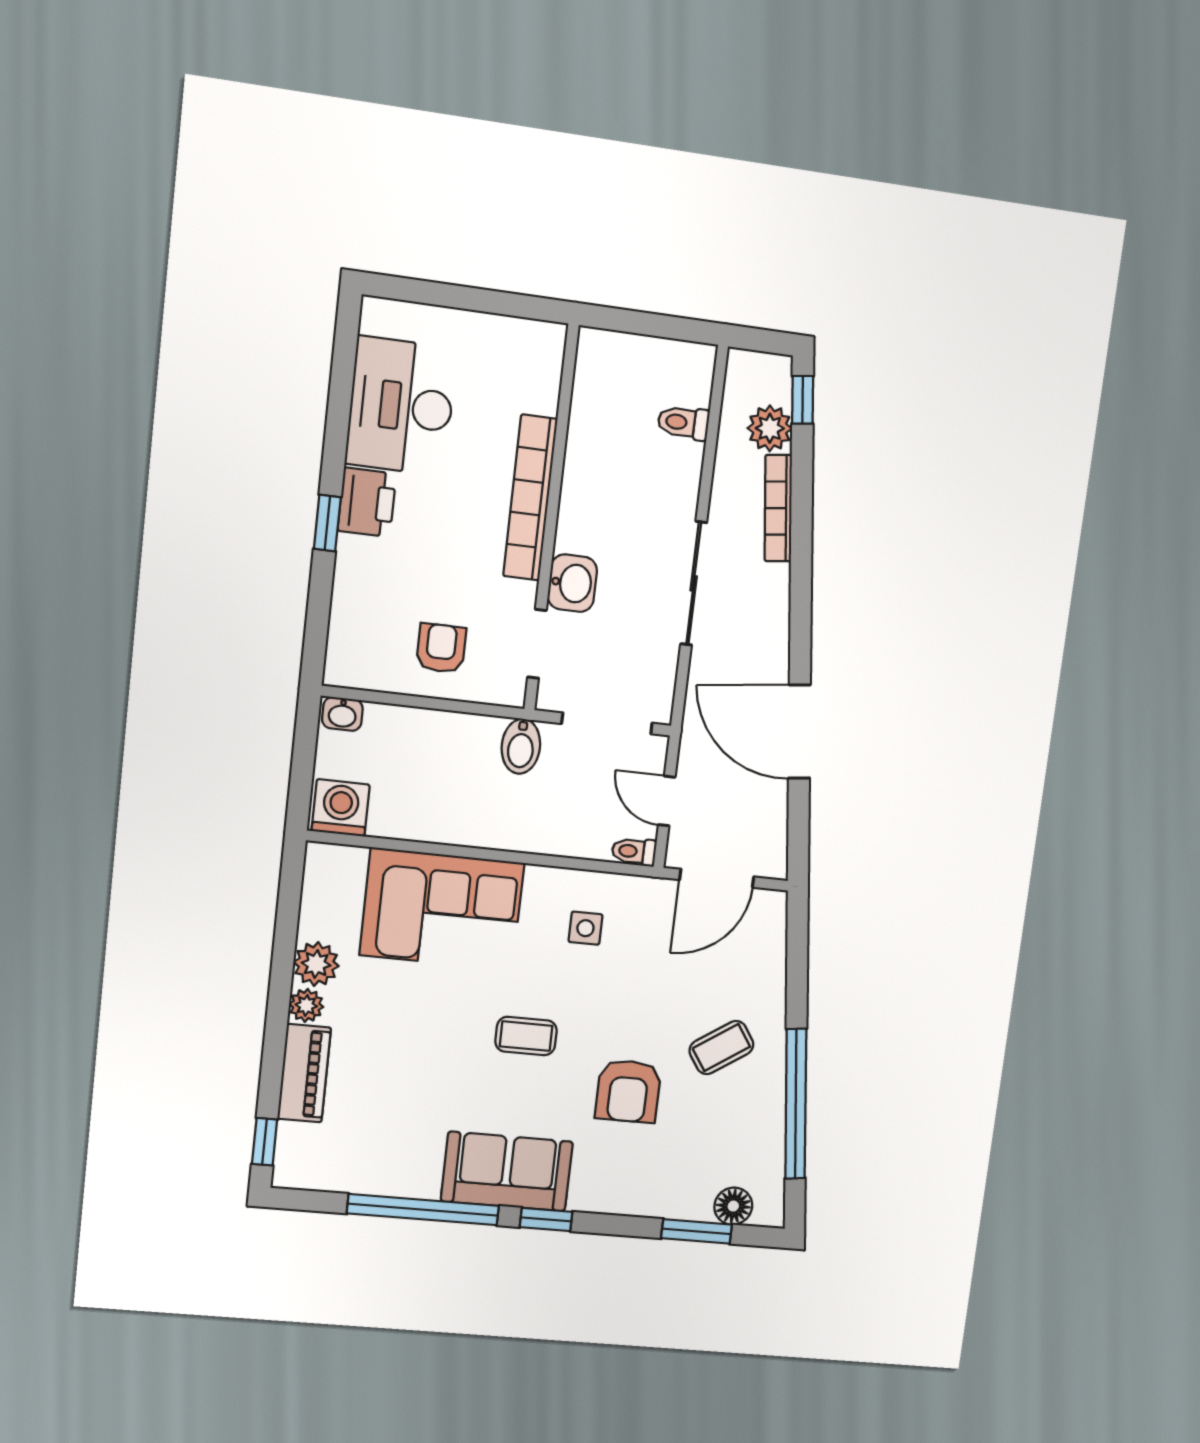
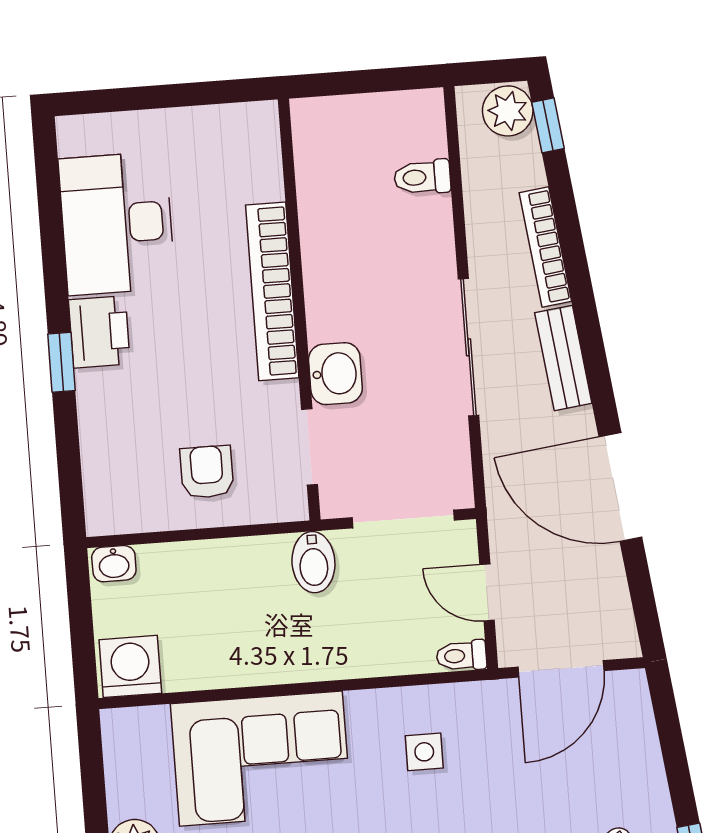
plant: (770, 428) -> (508, 111), moved
bench: (774, 610) -> (563, 358), added

